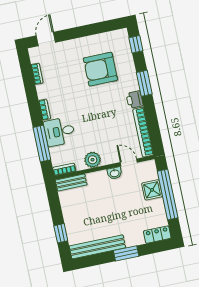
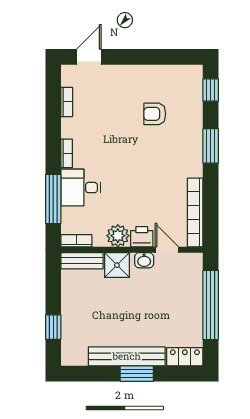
armchair: (100, 69) -> (155, 114), width x0.53, depth x0.53
printer: (135, 100) -> (142, 237), moved, turned 90
shower: (152, 190) -> (117, 265), moved
bench: (97, 247) -> (127, 356), moved

